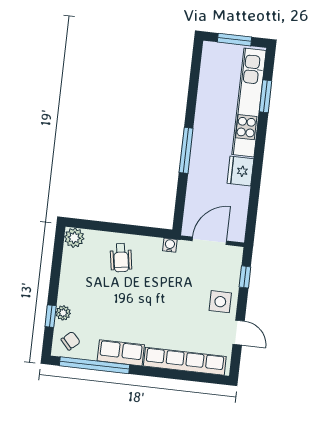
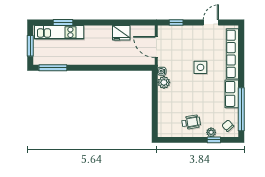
kitchen unit: (249, 103) -> (59, 32), width x0.73
window: (186, 150) -> (53, 68), moved
fridge: (240, 171) -> (121, 33), moved
plant: (74, 238) -> (164, 82), moved
wheelchair: (121, 258) -> (191, 122), moved
side table: (220, 302) -> (200, 67), moved

